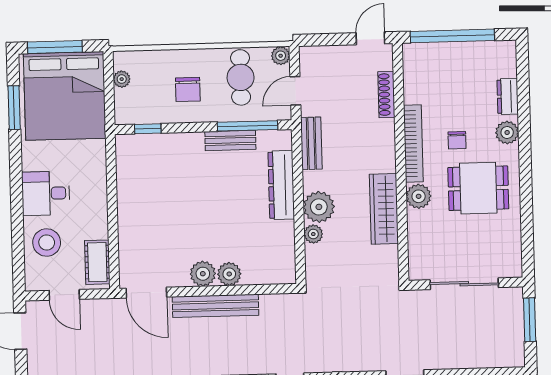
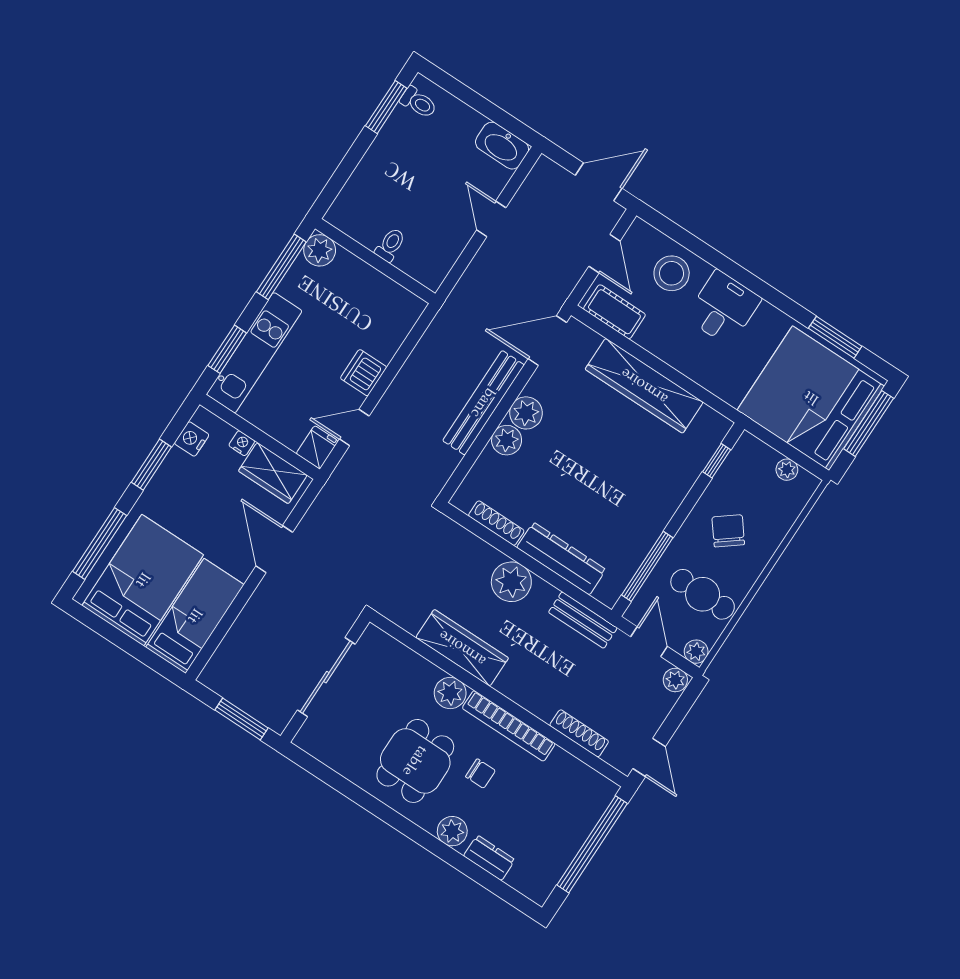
chair: (188, 89) -> (728, 531), turned 52
bench: (230, 140) -> (644, 538), removed
chair: (457, 140) -> (480, 774), turned 180
wardrobe: (132, 210) -> (644, 386), added
plant: (313, 234) -> (675, 680), moved
shoe rack: (288, 243) -> (496, 523), added
door: (64, 295) -> (604, 254), swing flipped

